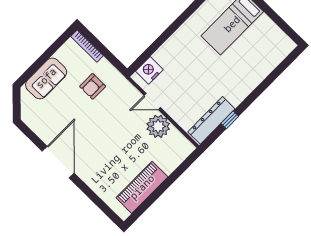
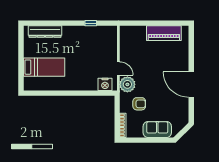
dresser: (211, 120) -> (45, 32), moved
plant: (158, 126) -> (127, 84), moved
door: (58, 162) -> (191, 85), hinge flipped

